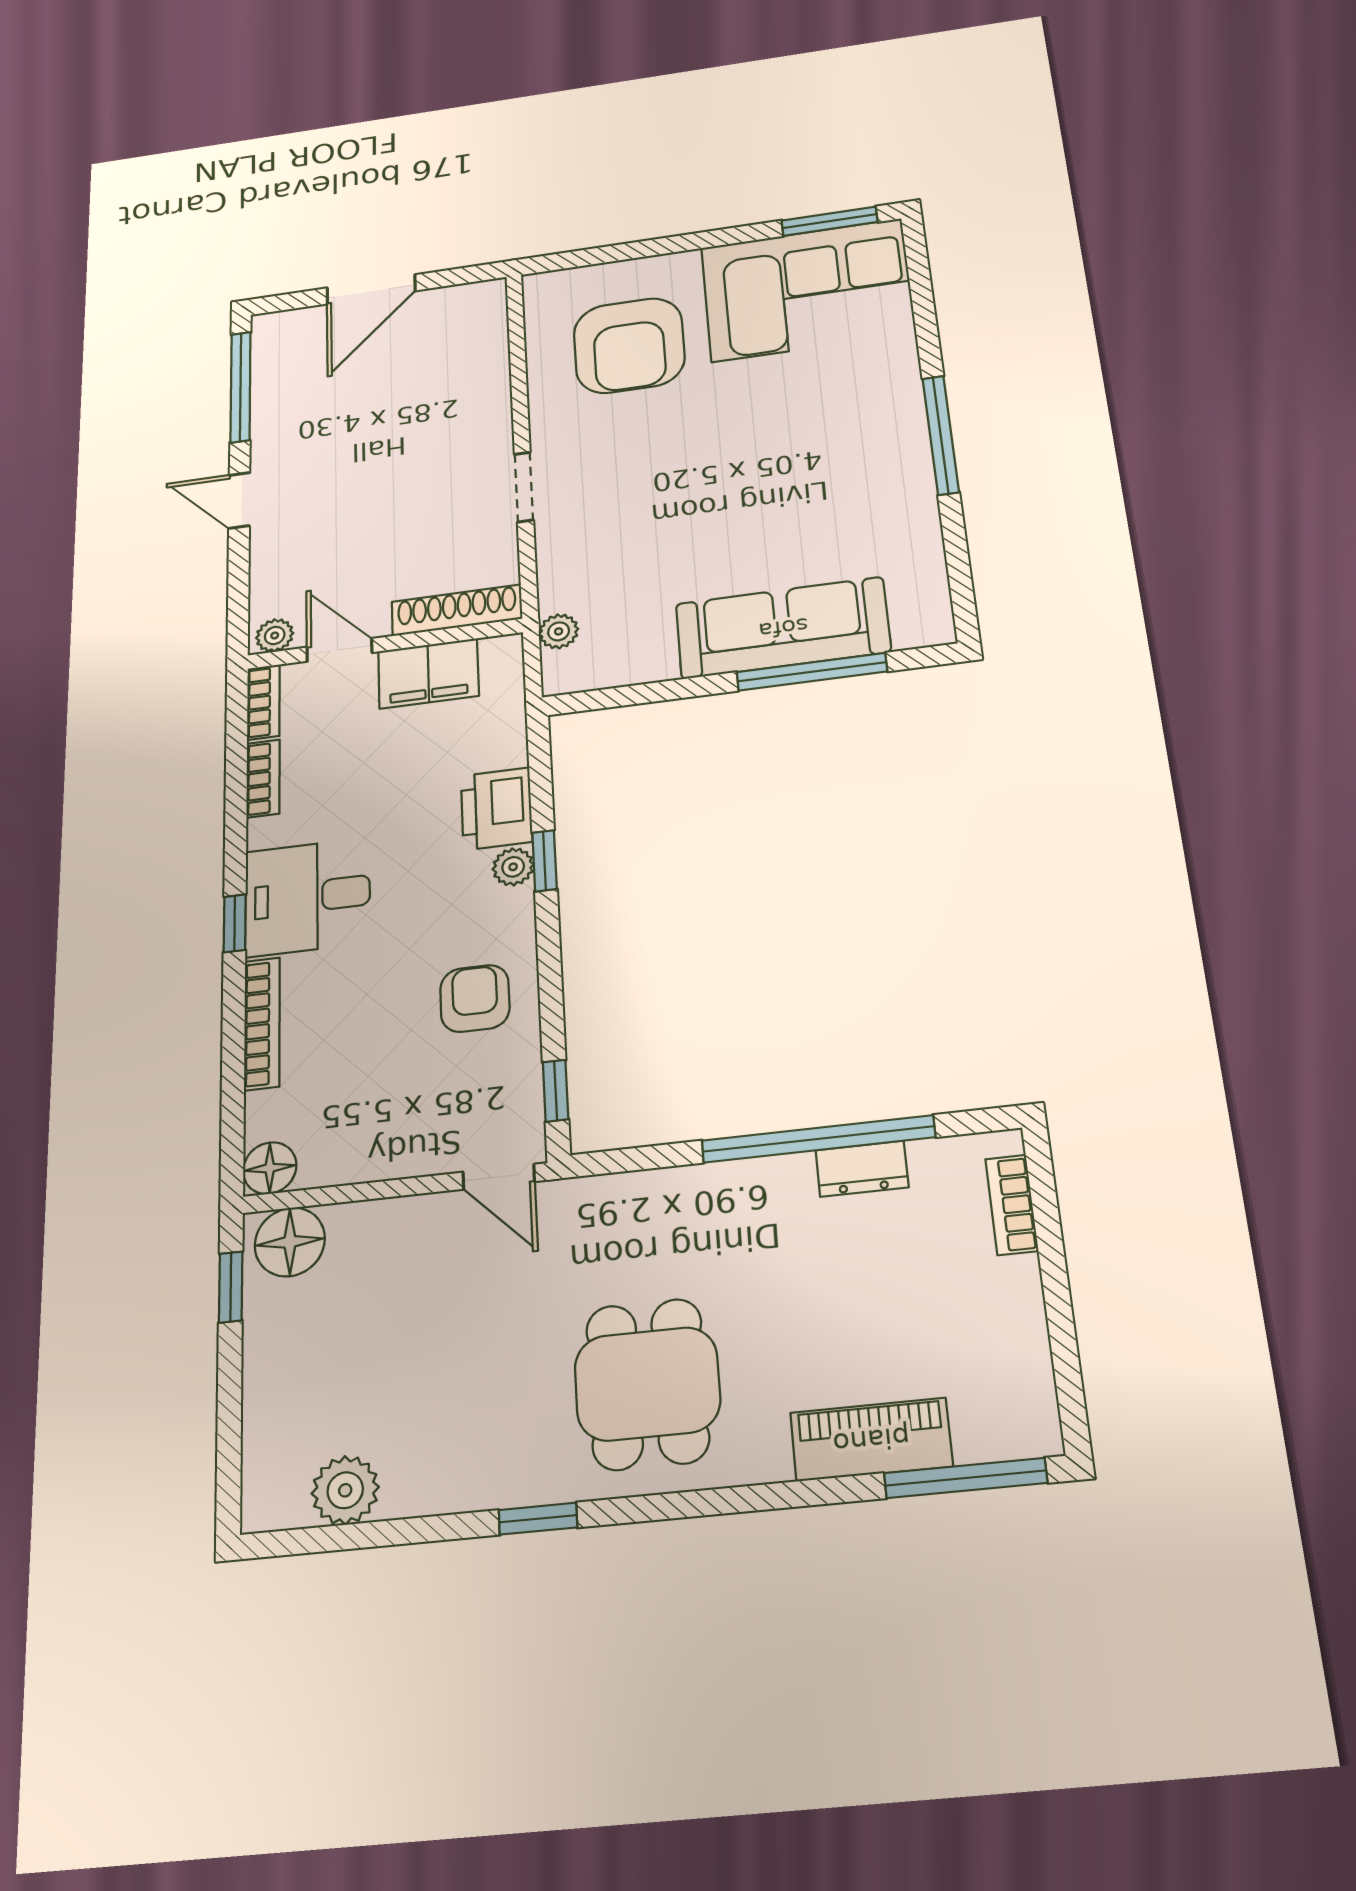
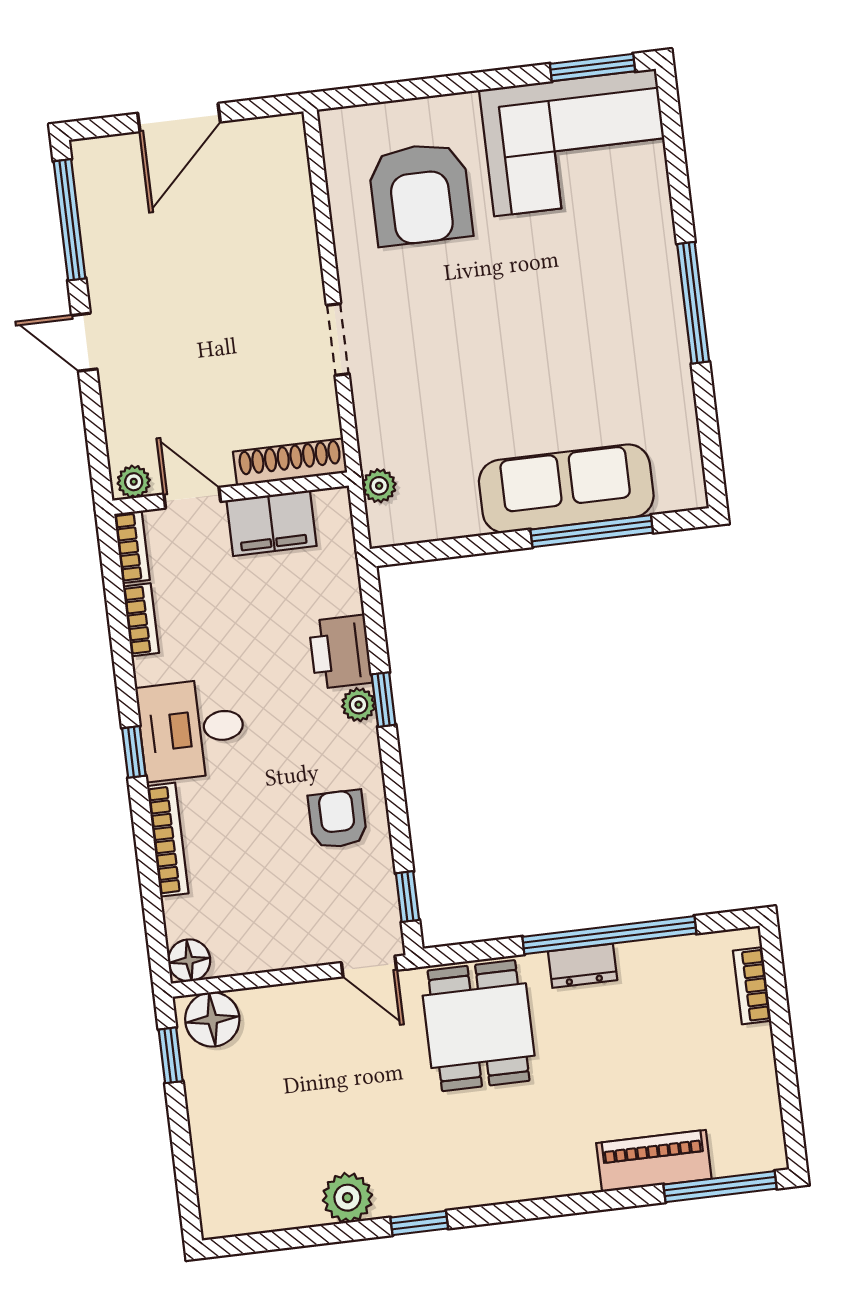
dresser: (862, 1169) -> (583, 966), moved
dining table: (647, 1384) -> (479, 1026), moved
plant: (345, 1490) -> (347, 1198), moved

